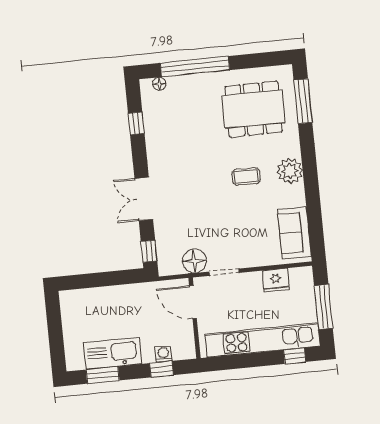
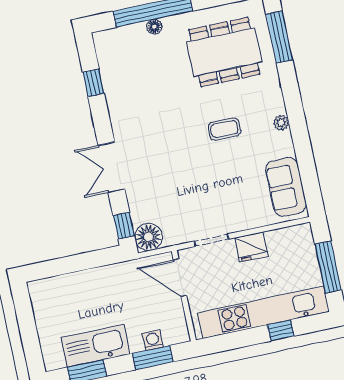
floor lamp: (159, 84) -> (154, 27), moved
plant: (290, 171) -> (281, 123), width x0.53, depth x0.53
floor lamp: (194, 261) -> (149, 237), moved
fridge: (276, 280) -> (251, 247), moved
window: (295, 356) -> (281, 330), moved
window: (162, 369) -> (153, 358), width x1.50

